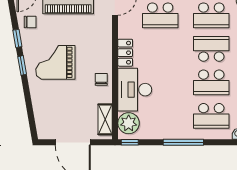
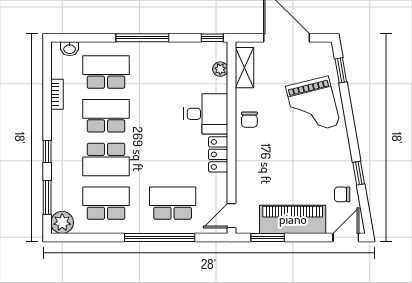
grand piano: (55, 62) -> (313, 106), moved, turned 76
window: (22, 65) -> (341, 70), moved
desk: (135, 90) -> (206, 114), width x0.73
plant: (129, 123) -> (220, 69), width x0.53, depth x0.53

